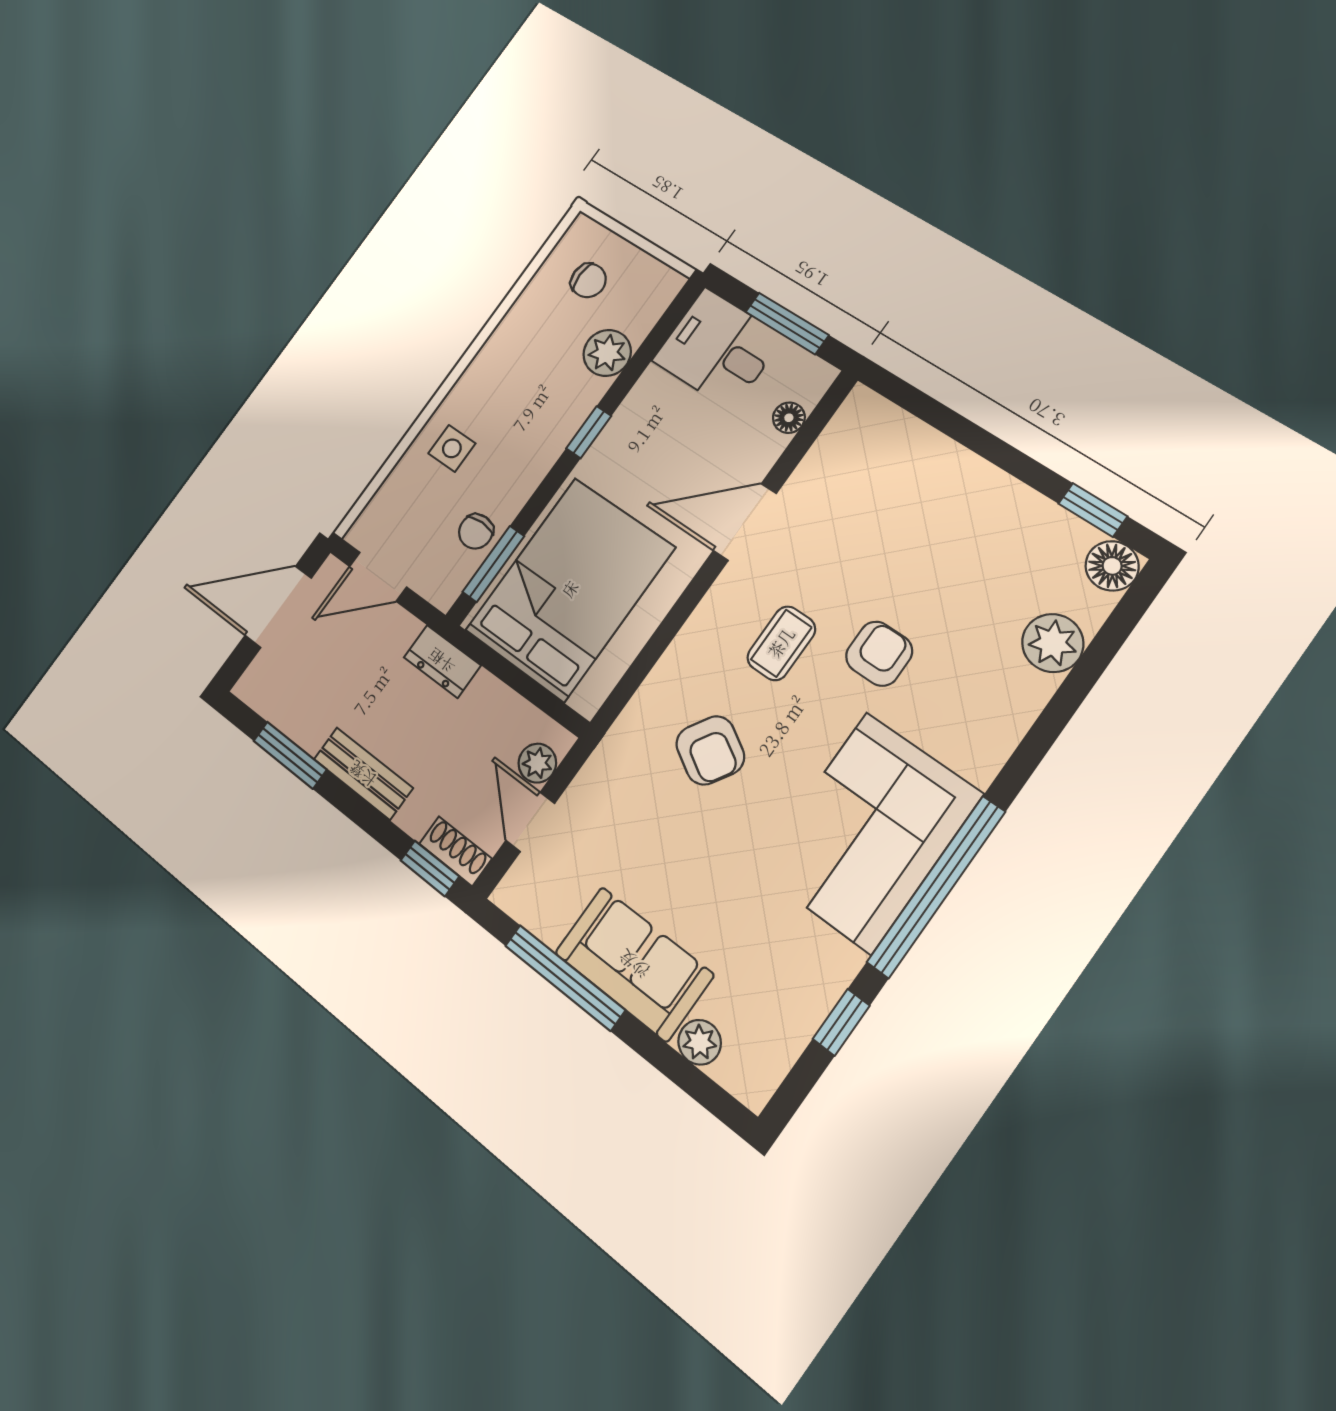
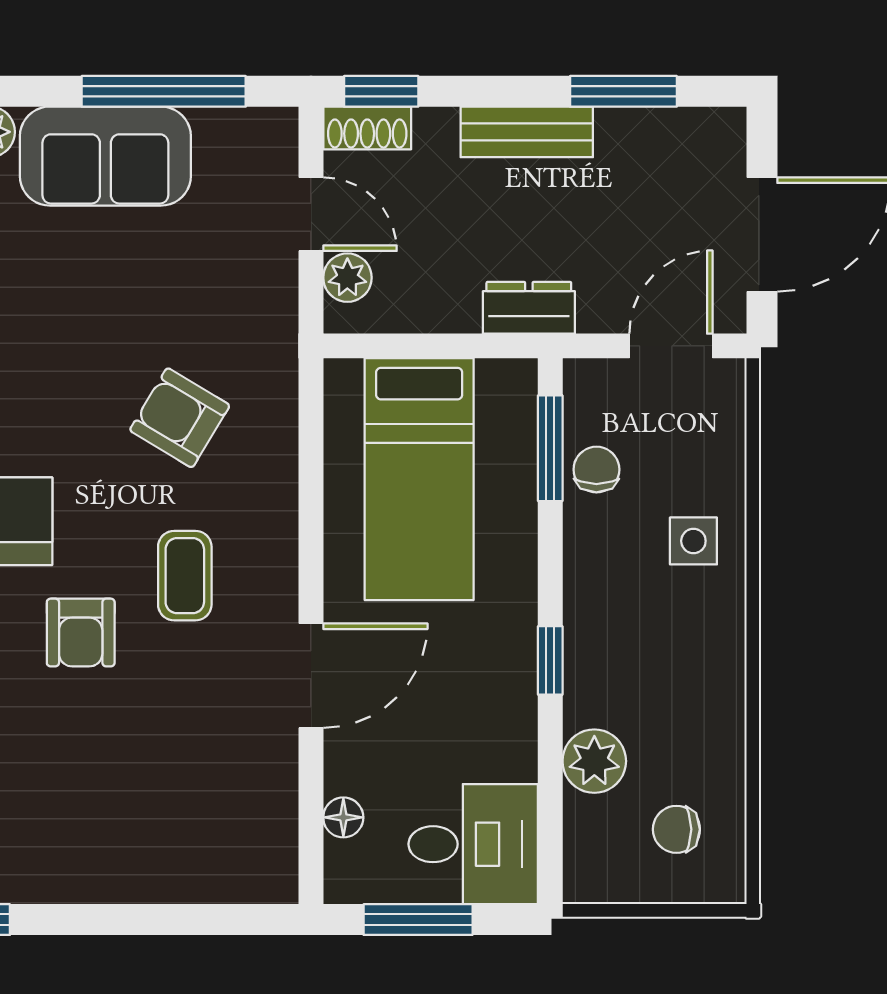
bed: (570, 589) -> (419, 479), width x0.67

